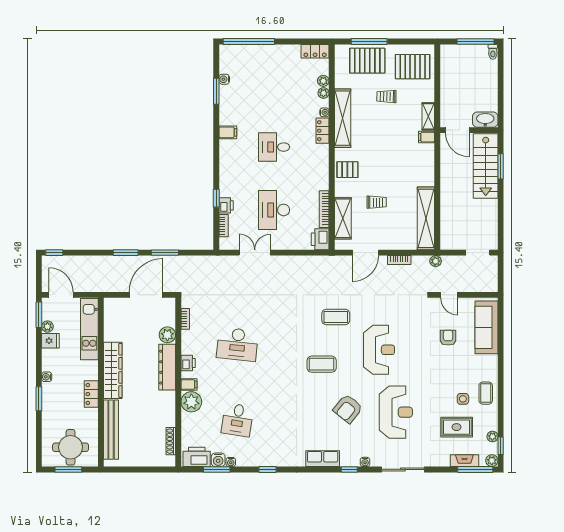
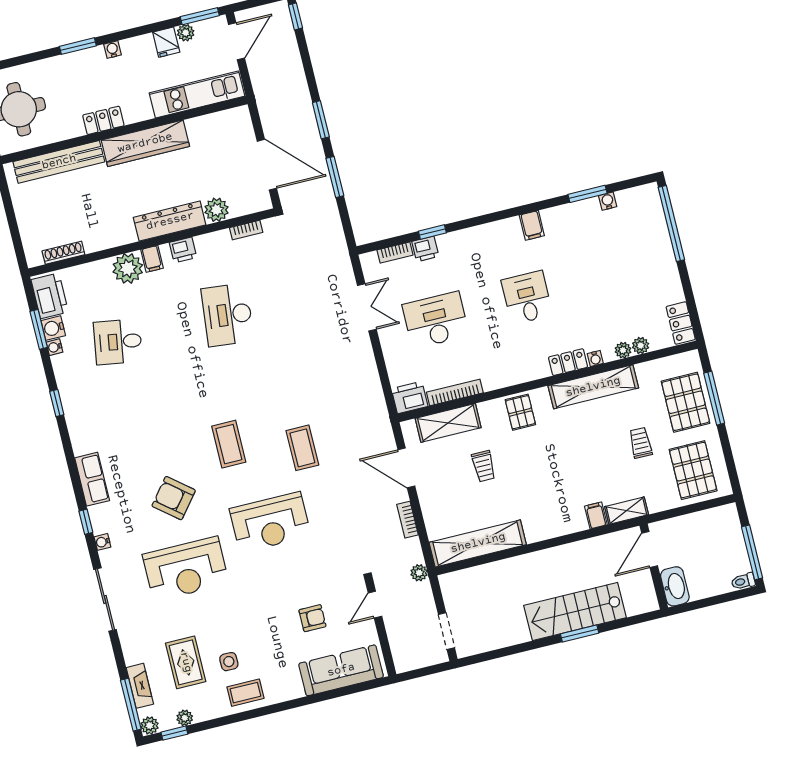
washbasin: (485, 120) -> (675, 586), moved
door: (457, 130) -> (650, 550), moved
wall: (469, 130) -> (654, 567), moved

